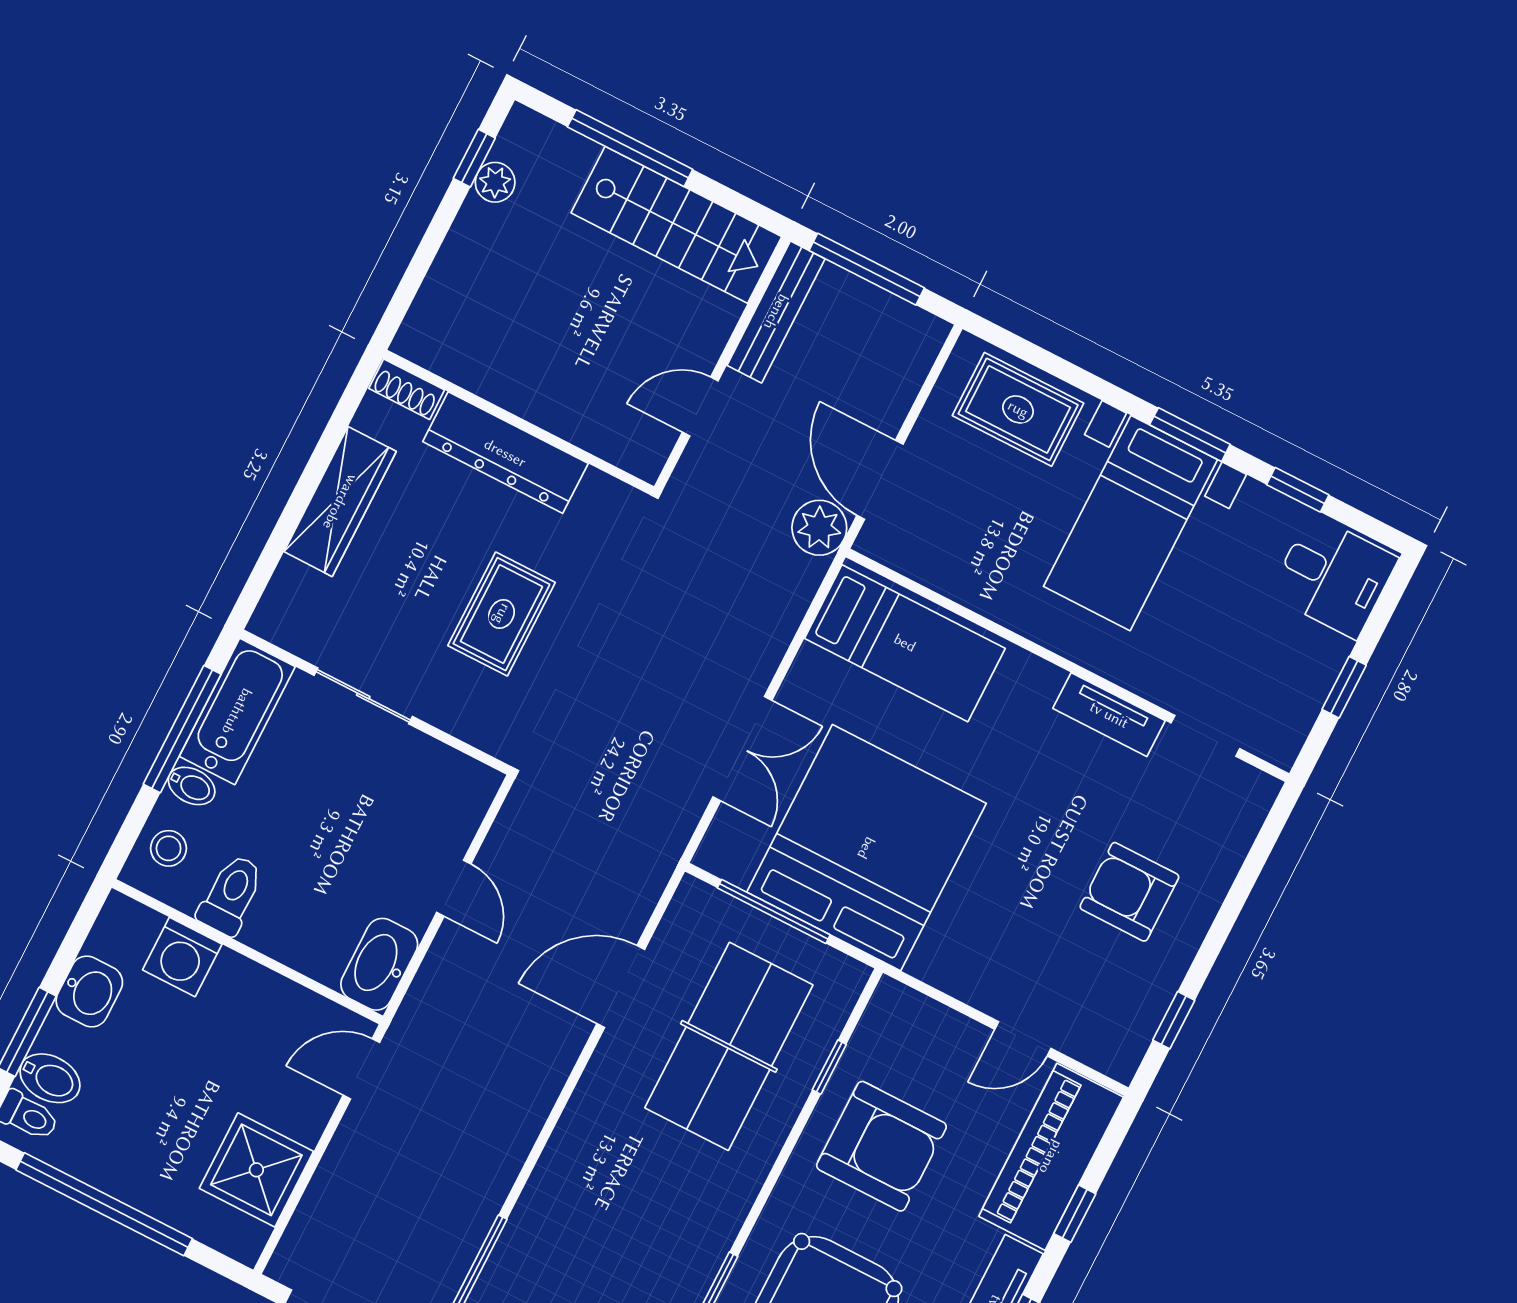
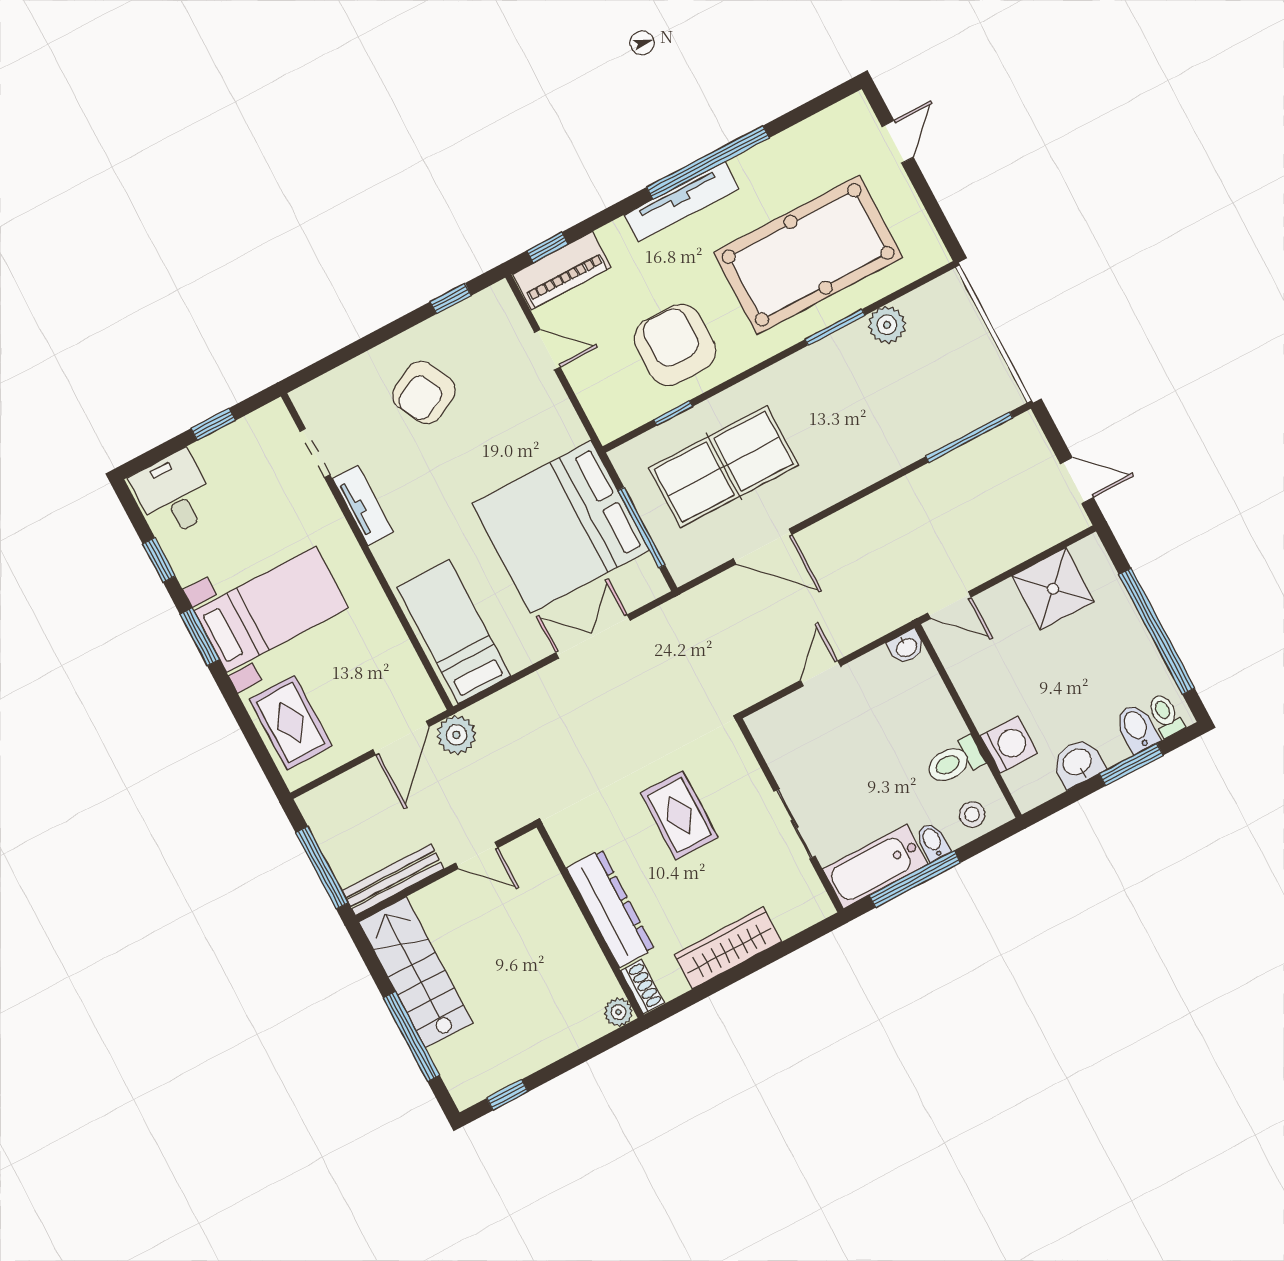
plant: (495, 182) -> (618, 1012), moved
rug: (502, 614) -> (679, 815), turned 90
armchair: (1129, 892) -> (424, 392), turned 63
washbasin: (379, 964) -> (906, 647), width x0.52, depth x0.69
piano: (1051, 1157) -> (562, 271), width x0.73, depth x0.75
window: (1075, 1214) -> (547, 247), moved

